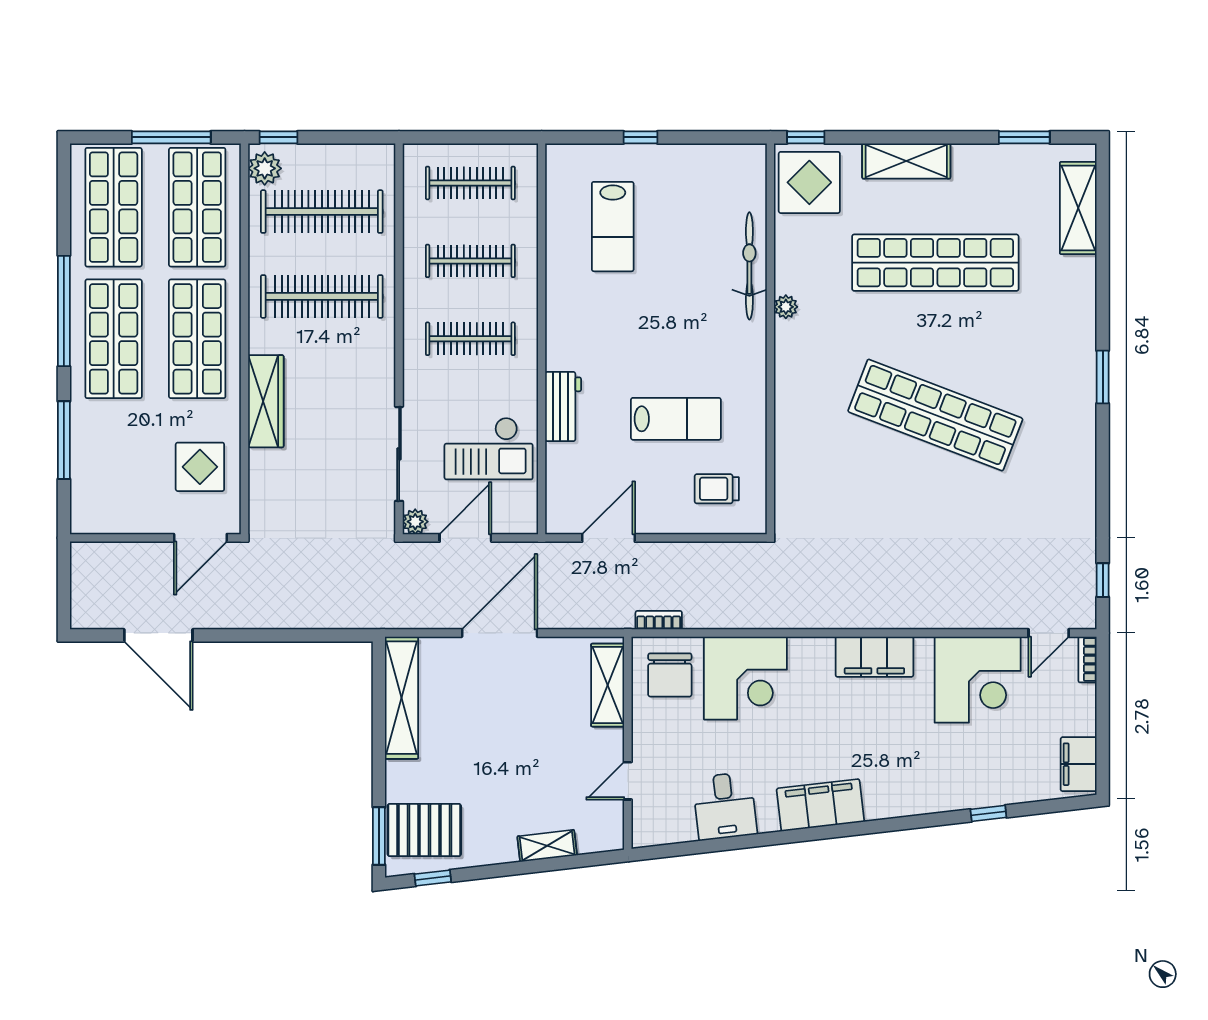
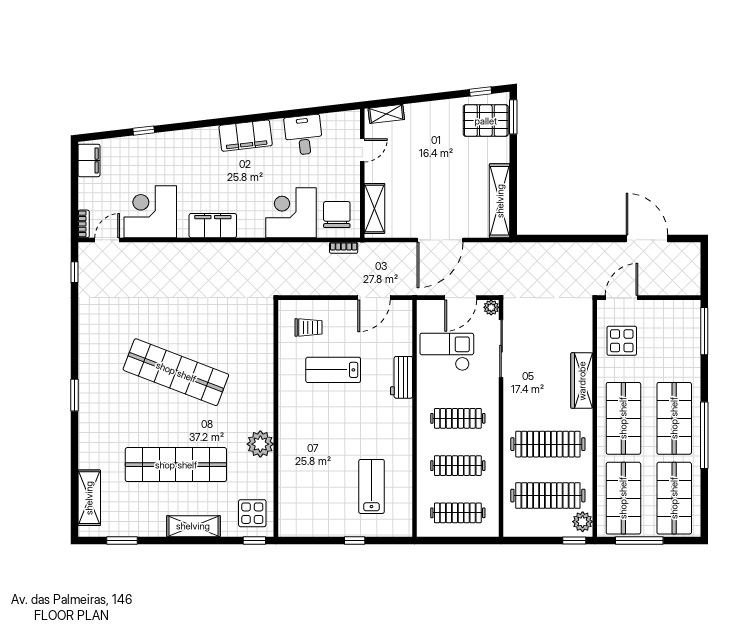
display table: (809, 182) -> (252, 513), width x0.73, depth x0.73
bicycle: (749, 266) -> (289, 463), removed
plant: (786, 307) -> (260, 444), width x1.88, depth x1.88
window: (64, 440) -> (704, 331), moved
shelving: (547, 846) -> (386, 114), moved

